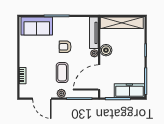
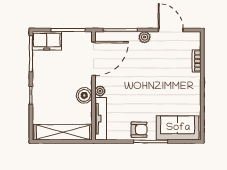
armchair: (65, 47) -> (139, 130), moved
coffee table: (62, 73) -> (143, 65), removed
freezer: (129, 91) -> (47, 41), width x0.71

